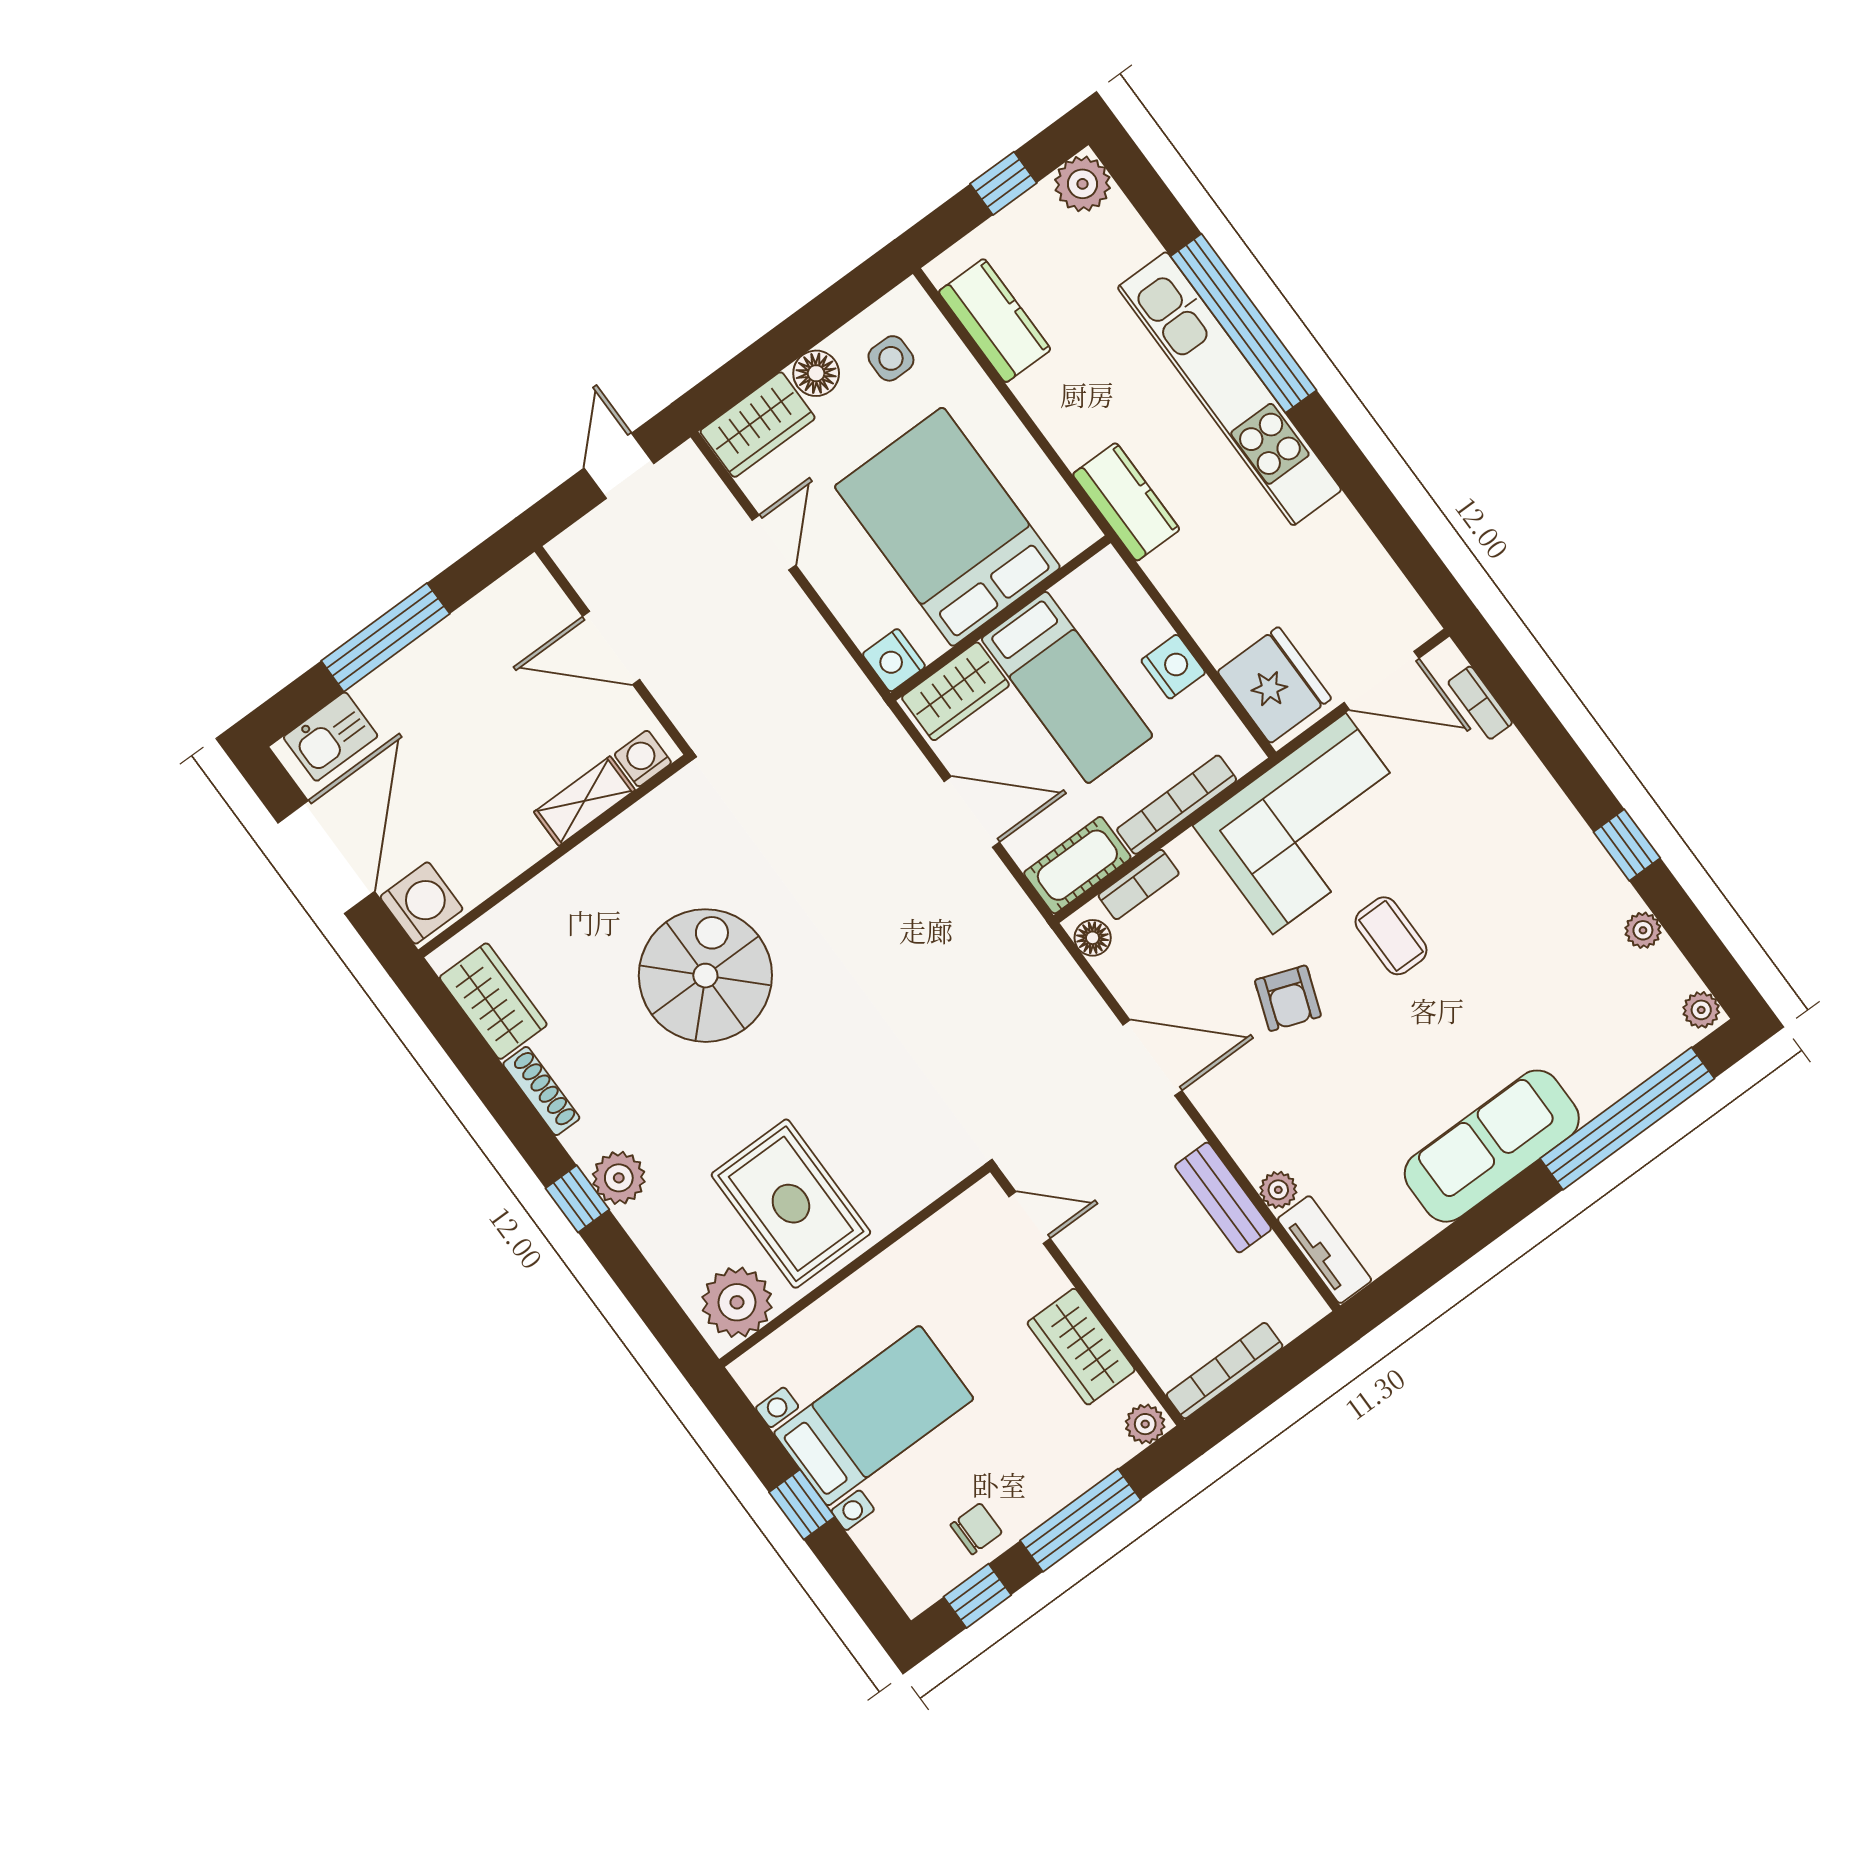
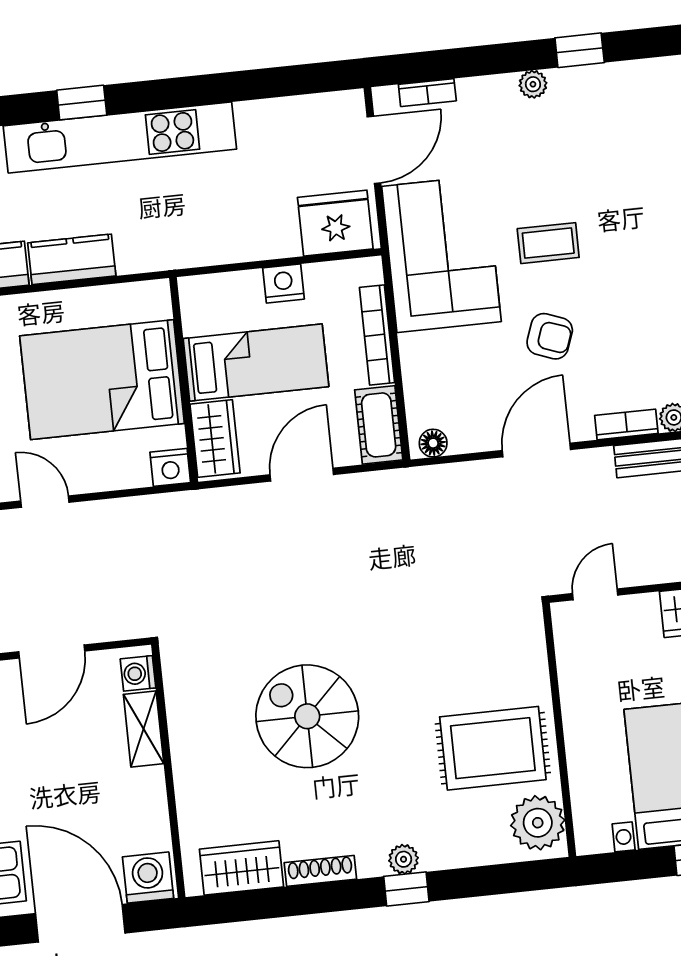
window: (1243, 323) -> (82, 103), width x0.32
kitchen counter: (1126, 502) -> (72, 259), moved
bookcase: (1139, 884) -> (626, 424), moved, turned -90
plant: (1643, 930) -> (533, 84), moved
plant: (619, 1178) -> (404, 859), width x0.73, depth x0.73

